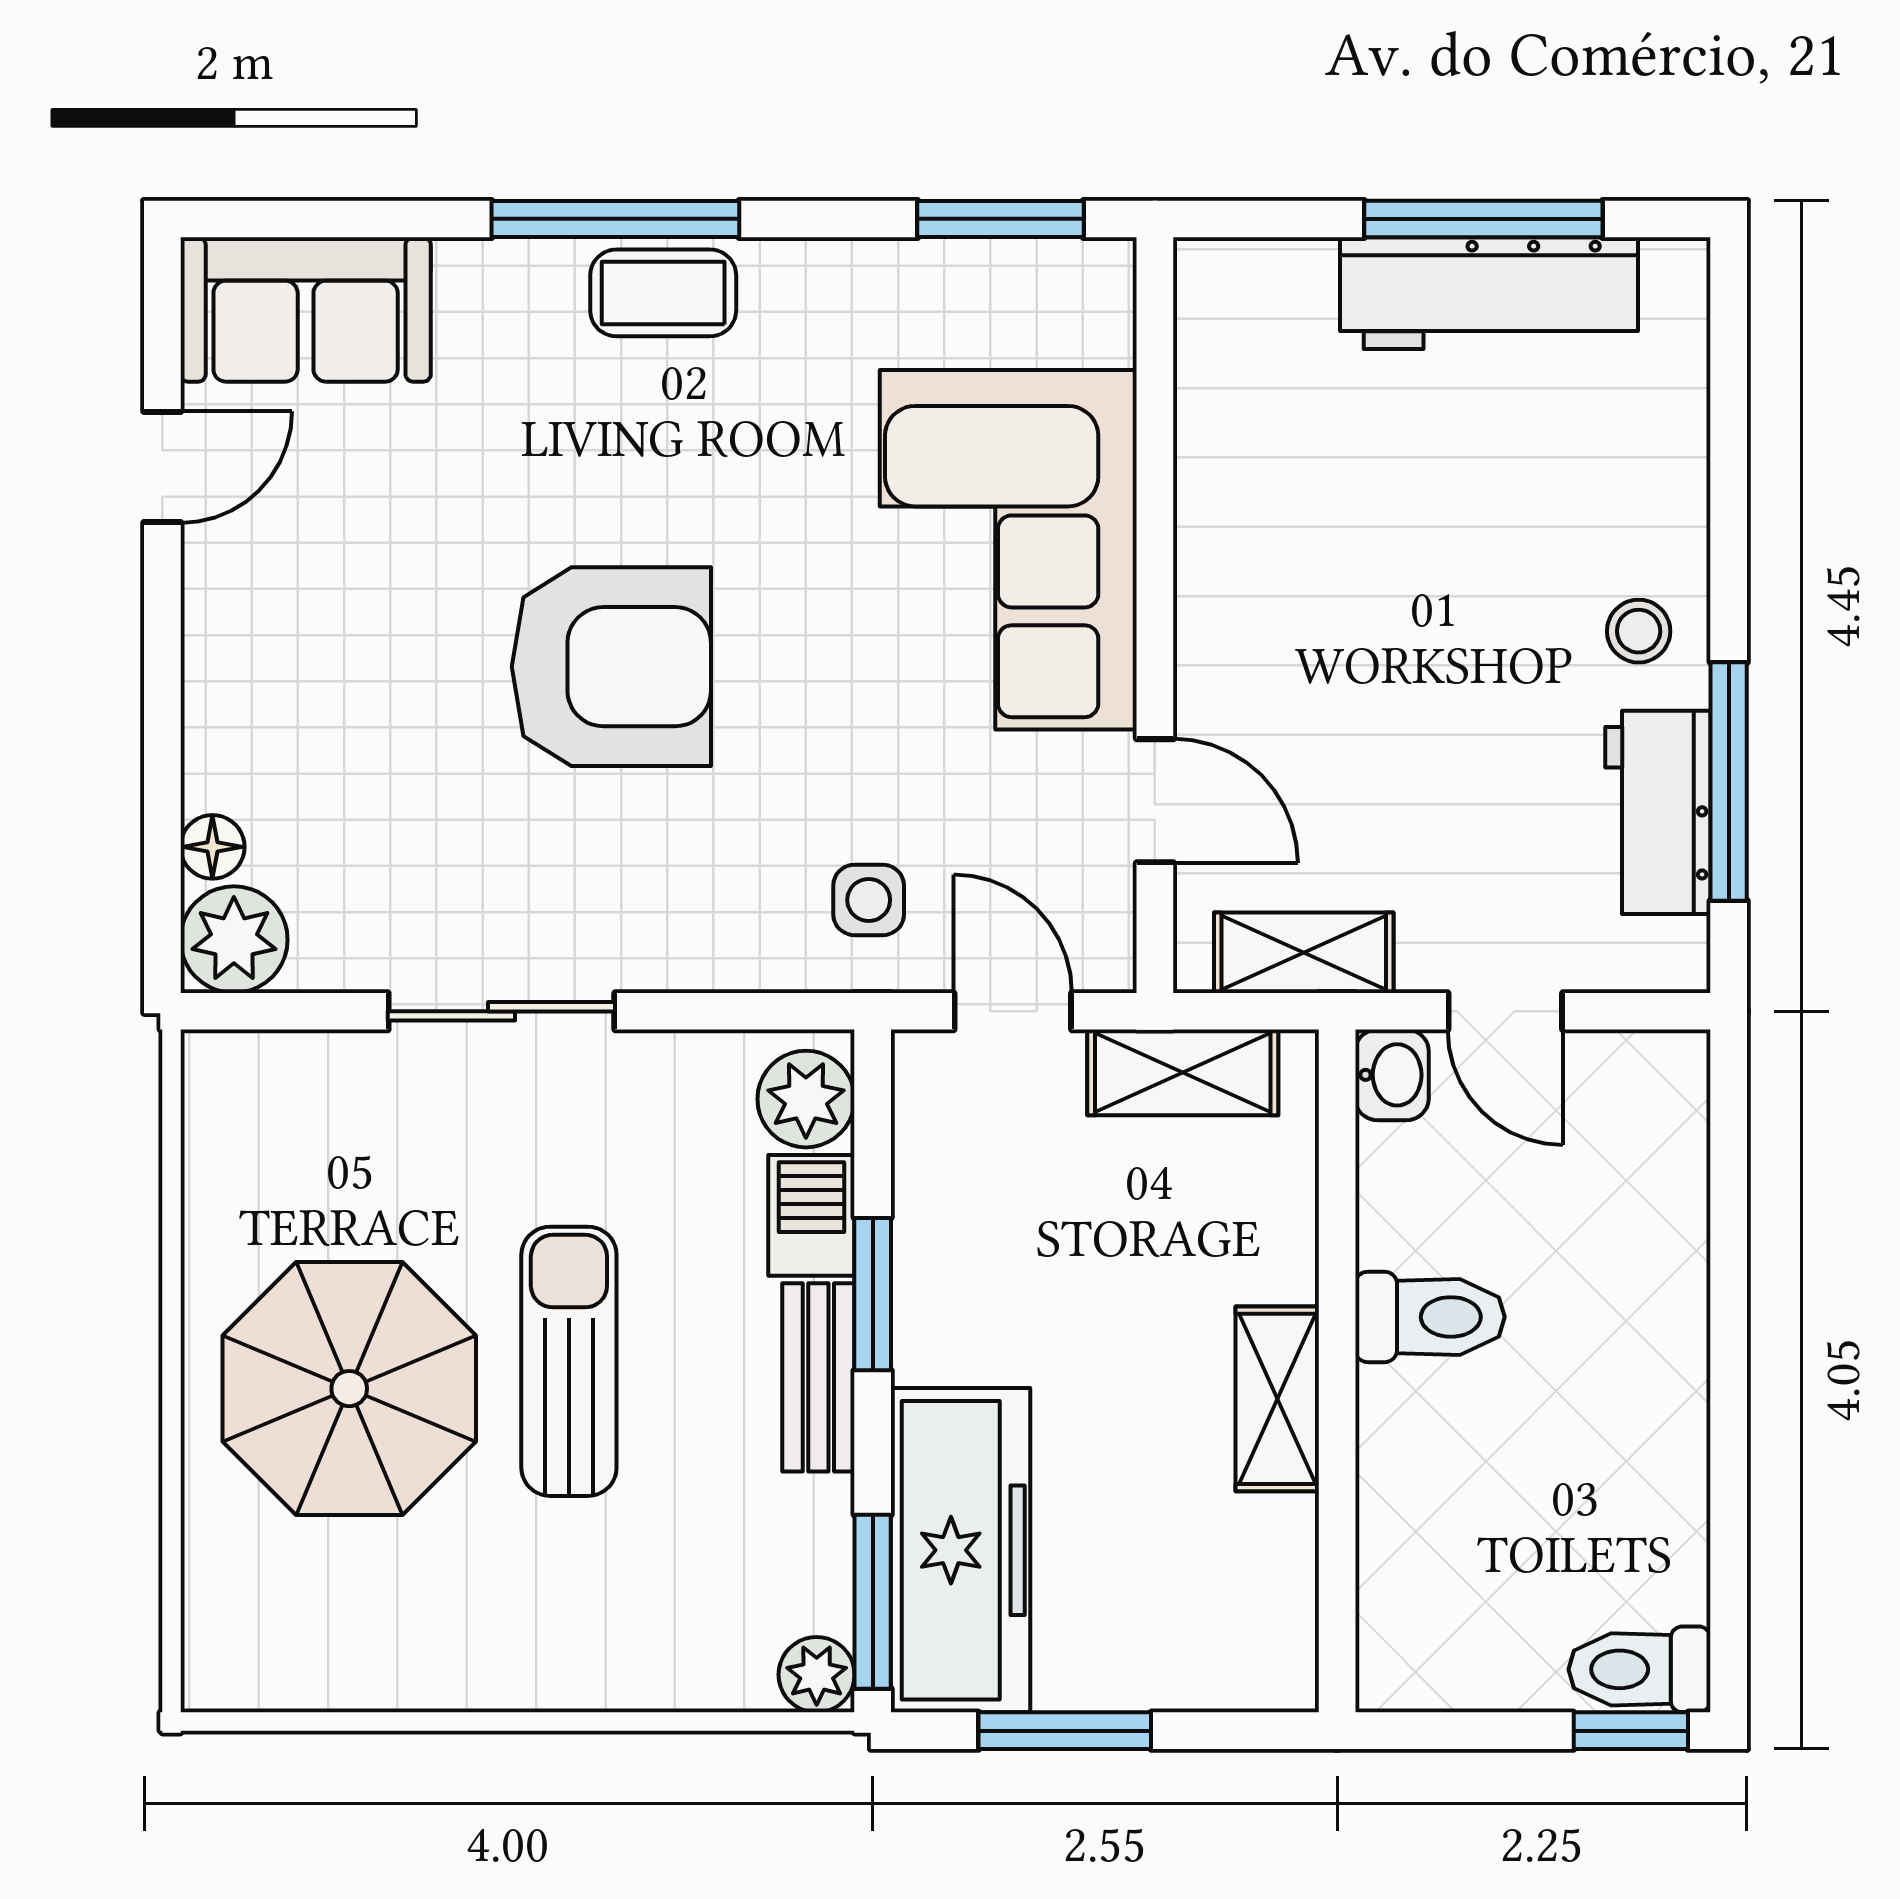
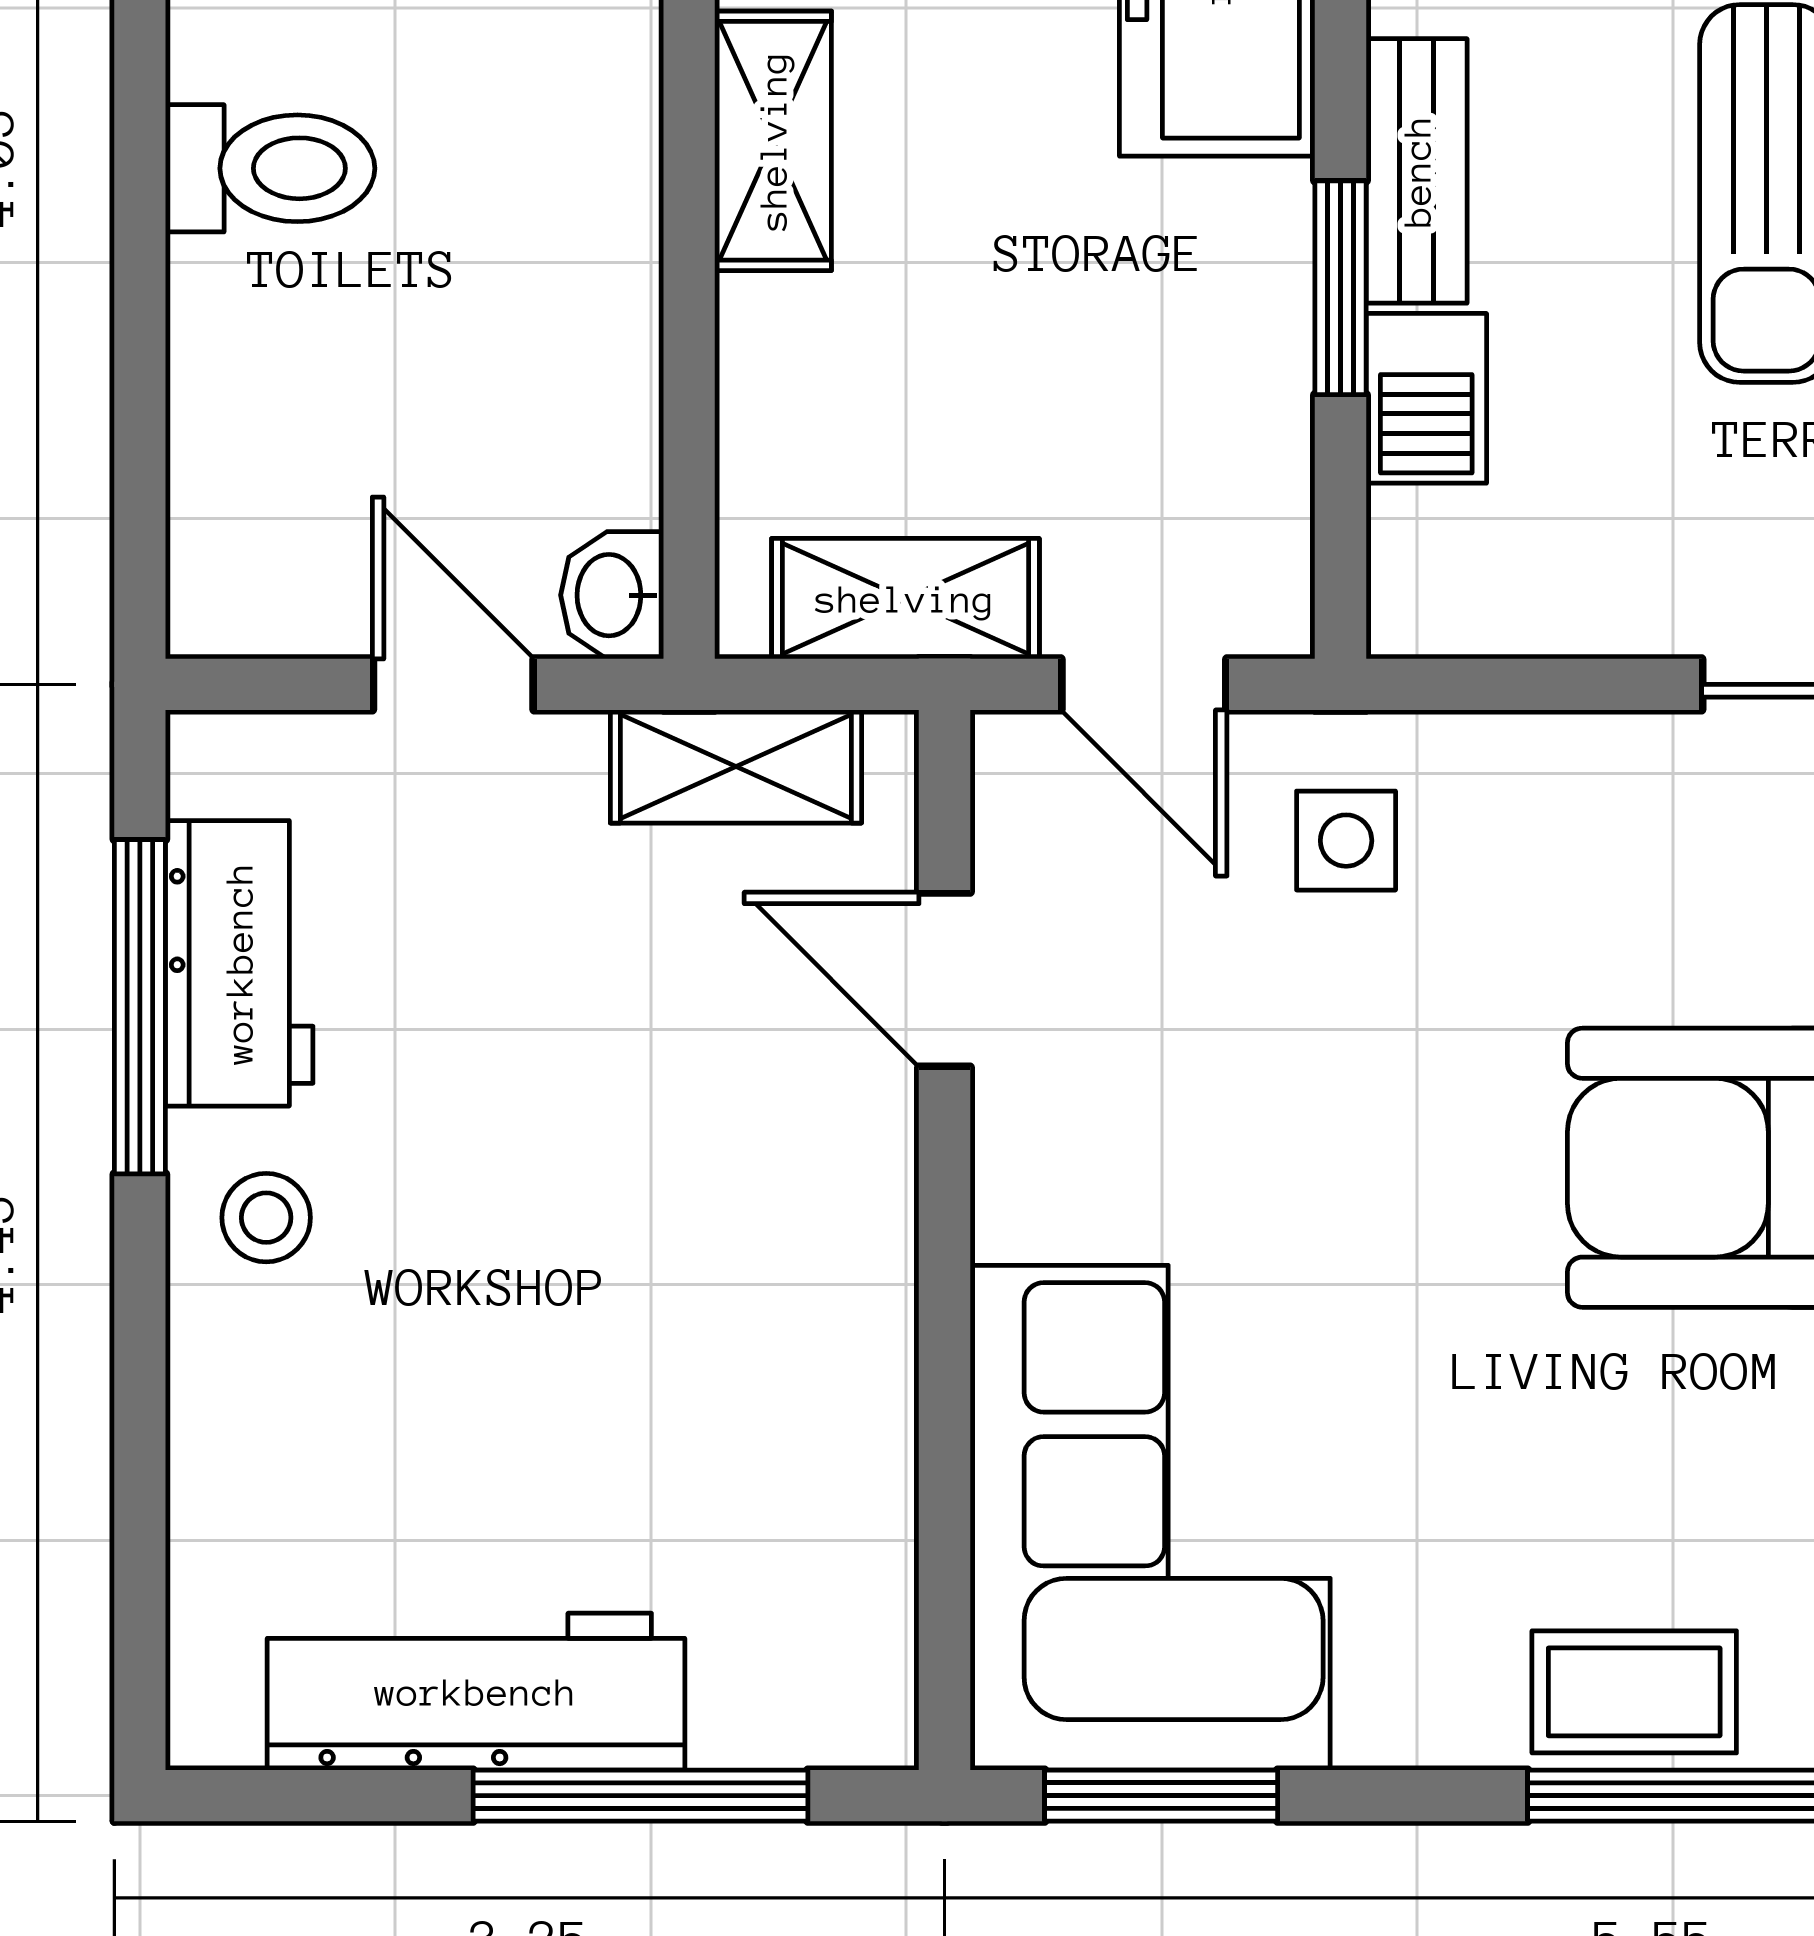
window: (1483, 219) -> (641, 1796), moved
corner sofa: (1008, 550) -> (1150, 1518), moved
plant: (806, 1099) -> (1434, 561), removed
toilet: (1430, 1317) -> (270, 168), moved, turned 180

